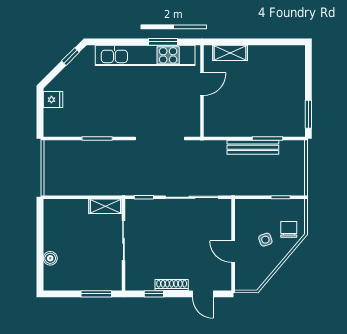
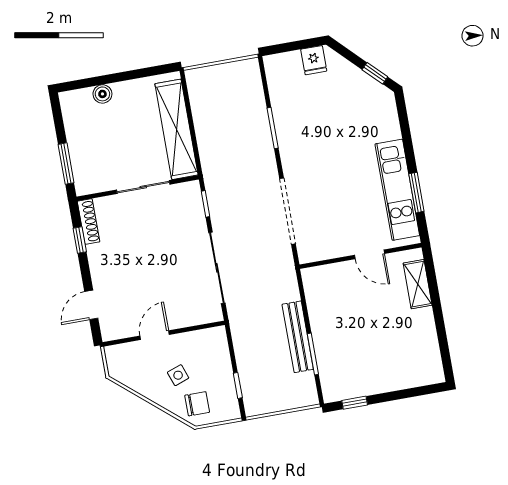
kitchen unit: (145, 55) -> (397, 190), width x0.73
window: (308, 114) -> (355, 403), width x0.67
shelving: (105, 206) -> (176, 129), width x2.20, depth x1.33
shoe rack: (172, 285) -> (89, 222), moved

